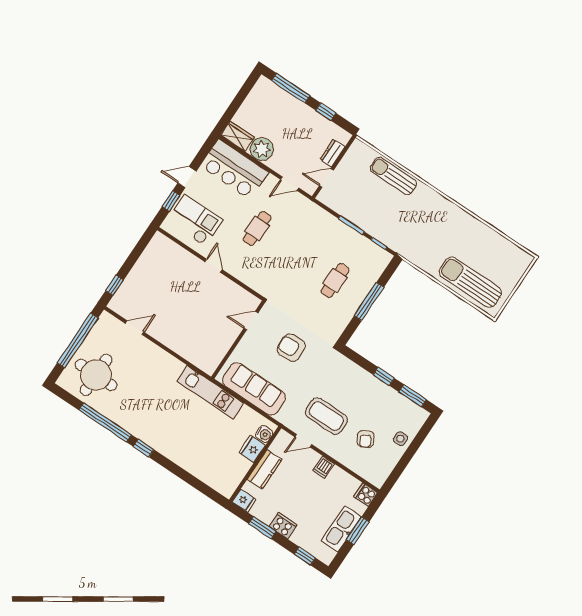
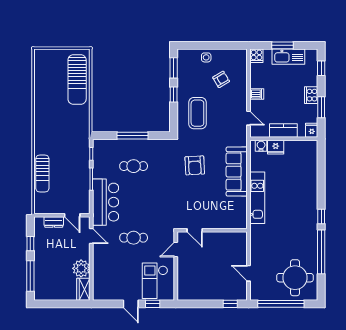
bar counter: (234, 169) -> (106, 202), moved
door: (251, 321) -> (195, 230), moved
wall: (238, 340) -> (212, 230), moved
coffee table: (326, 416) -> (197, 113), moved

